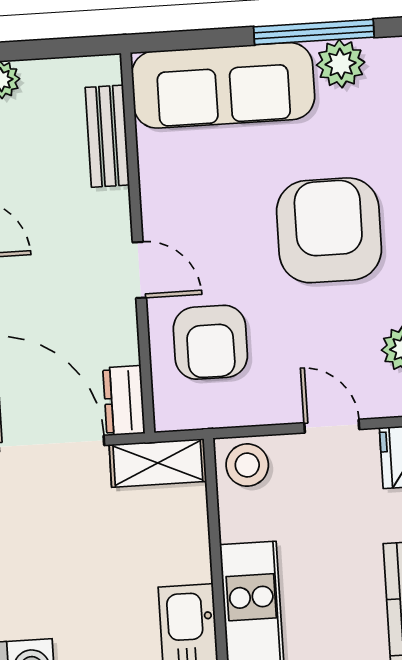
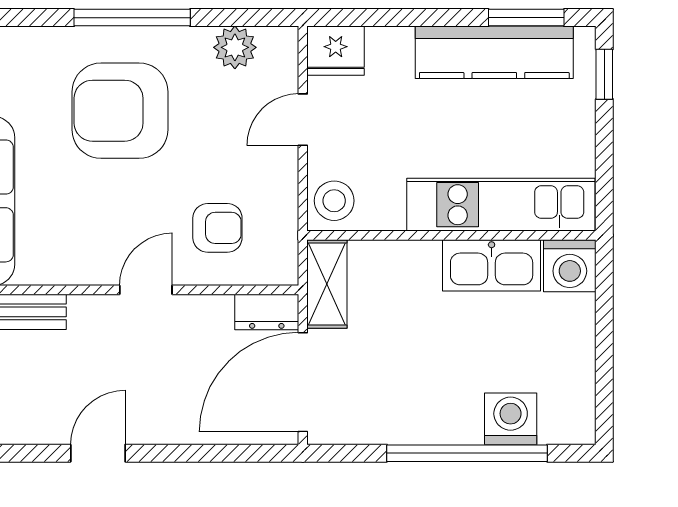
armchair: (210, 342) -> (217, 228), width x0.72, depth x0.72

